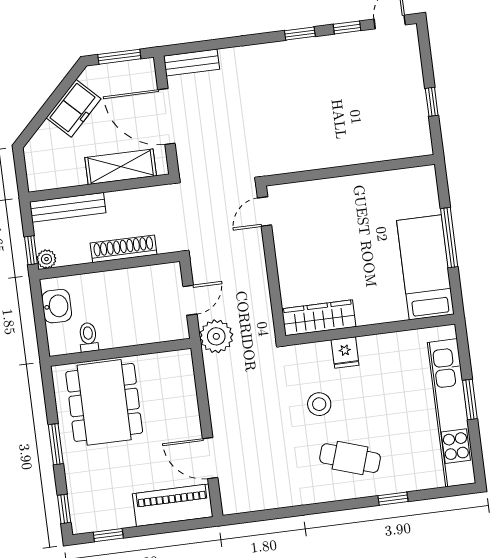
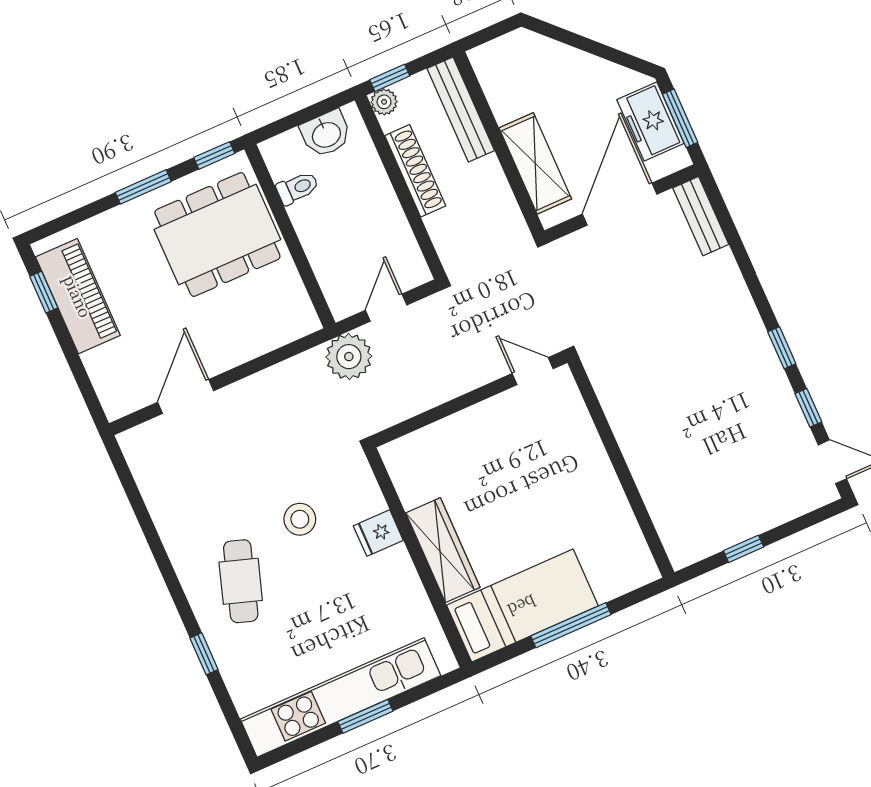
freezer: (73, 108) -> (650, 122), moved, turned 45
shoe rack: (124, 249) -> (415, 171), moved
door: (190, 300) -> (386, 308), swing flipped
wardrobe: (319, 318) -> (443, 550), moved
piano: (173, 505) -> (78, 296), moved
window: (64, 509) -> (214, 155), moved

